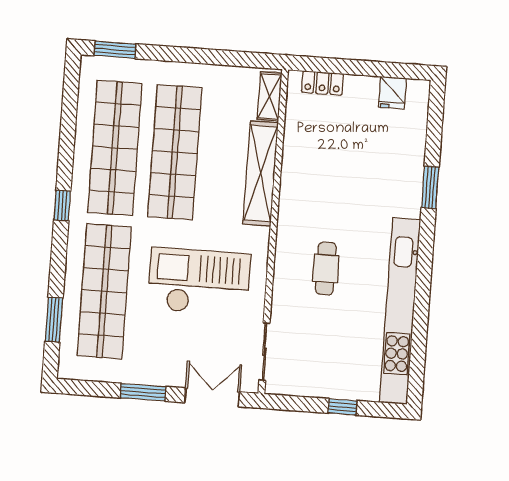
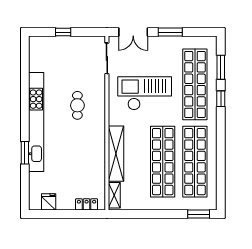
window: (62, 205) -> (221, 99), moved
checkout: (199, 282) -> (145, 93), turned 180
kitchen unit: (400, 311) -> (36, 122), moved

